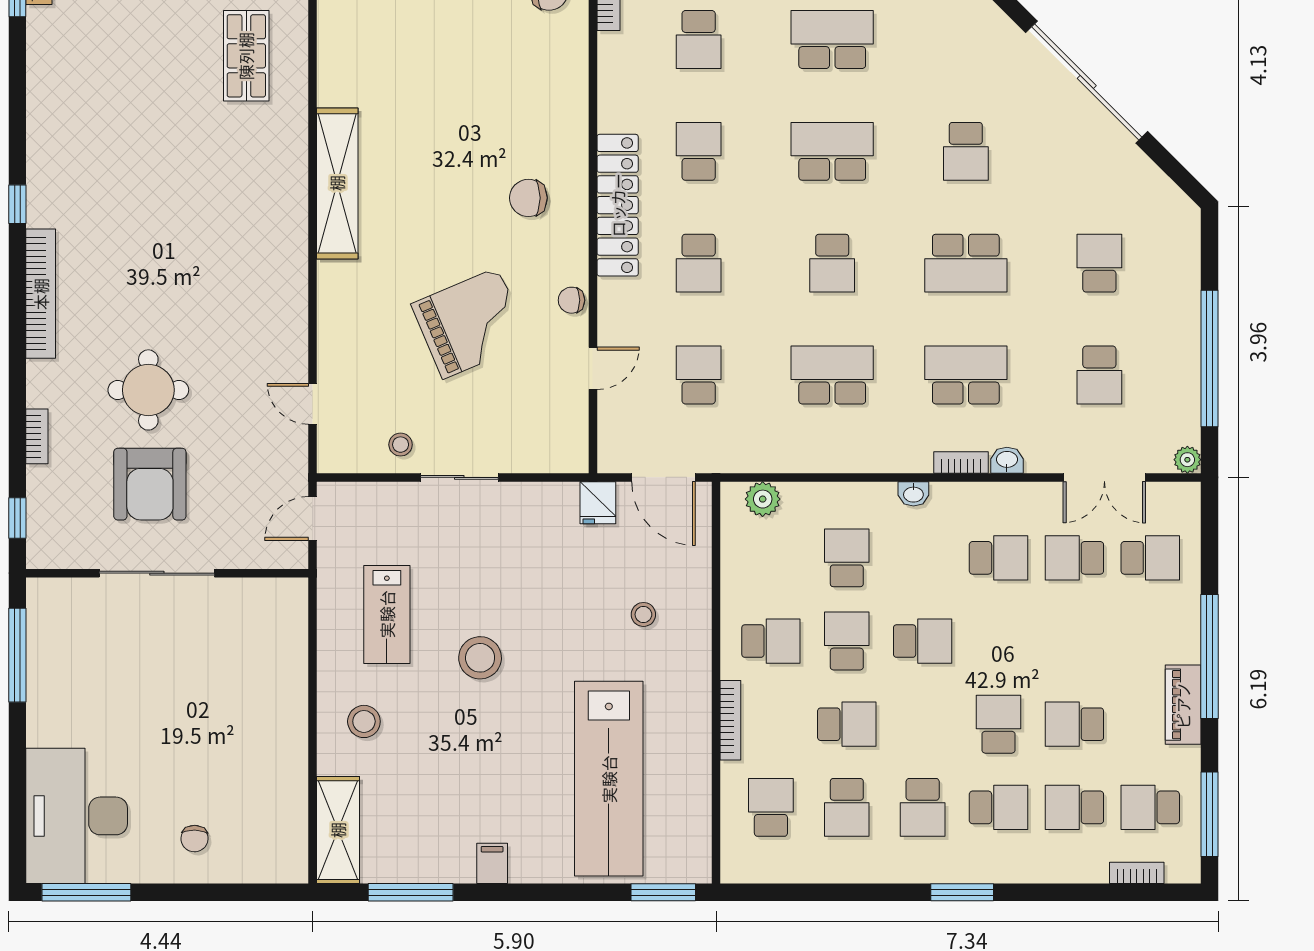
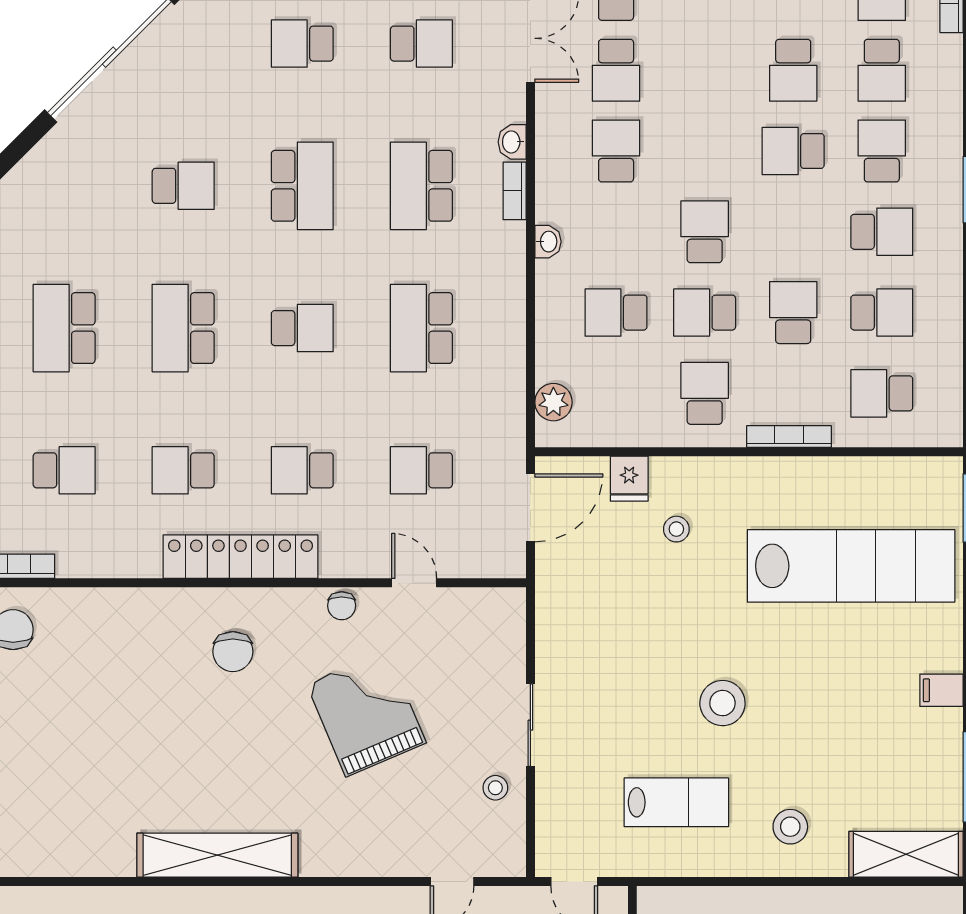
school desk: (699, 263) -> (302, 470), turned 180
fridge: (598, 503) -> (629, 479), moved, turned 90

